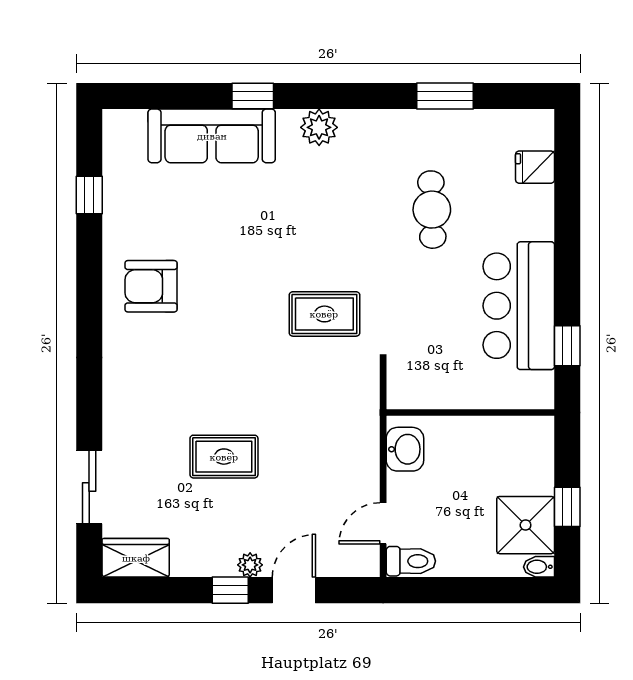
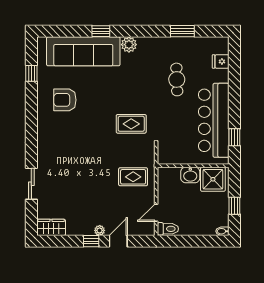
sofa: (212, 136) -> (83, 51), width x1.36, depth x1.27
armchair: (151, 286) -> (65, 100), moved
bar counter: (519, 306) -> (214, 120), width x1.36
washbasin: (405, 449) -> (190, 175), moved, turned 90
rug: (224, 457) -> (133, 177), moved
sliding door: (89, 487) -> (31, 184), moved
shower: (526, 525) -> (213, 179), moved

